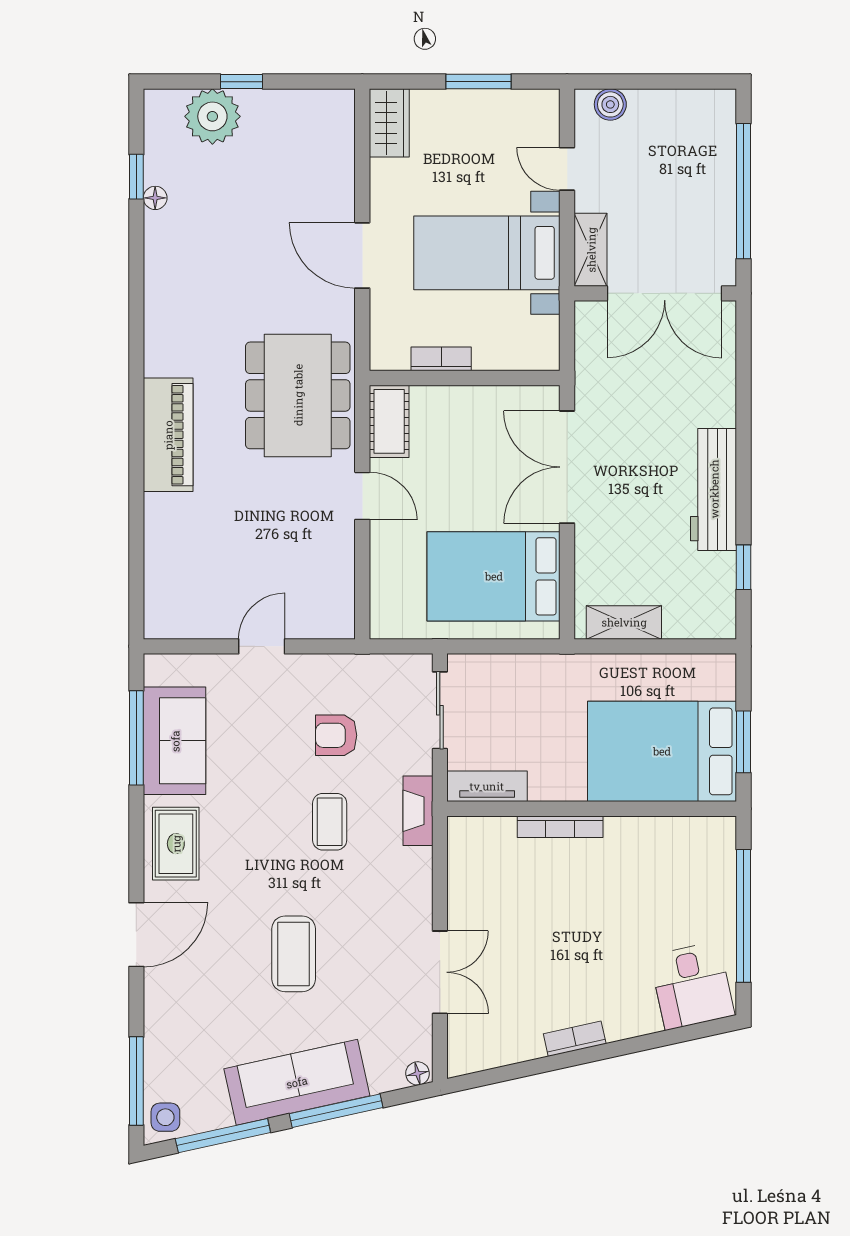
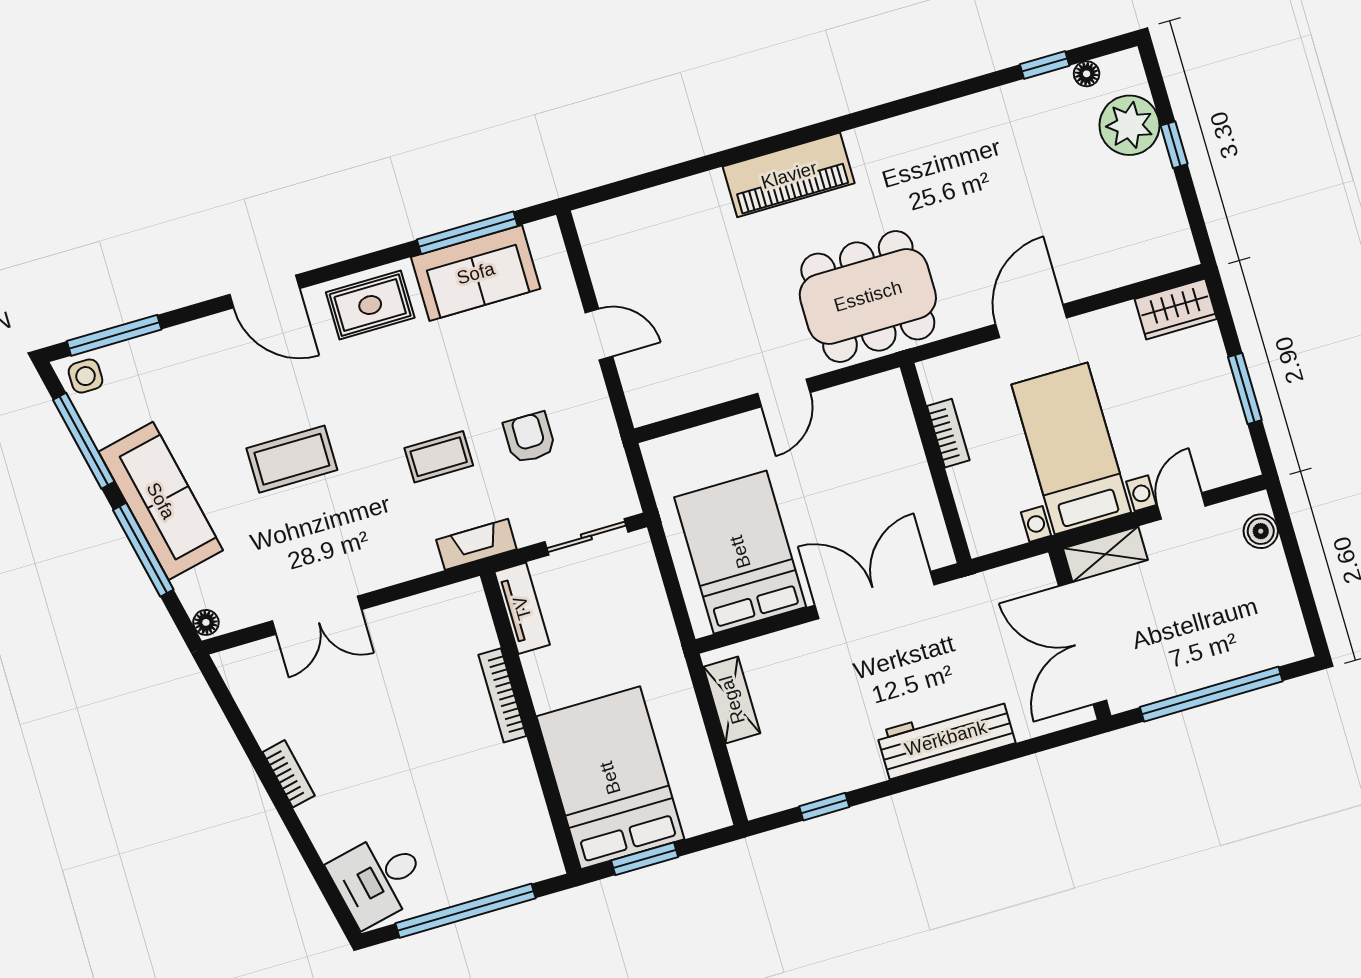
floor lamp: (155, 198) -> (1087, 74), moved
cot: (389, 421) -> (868, 398), removed
workbench: (714, 489) -> (946, 738), moved

